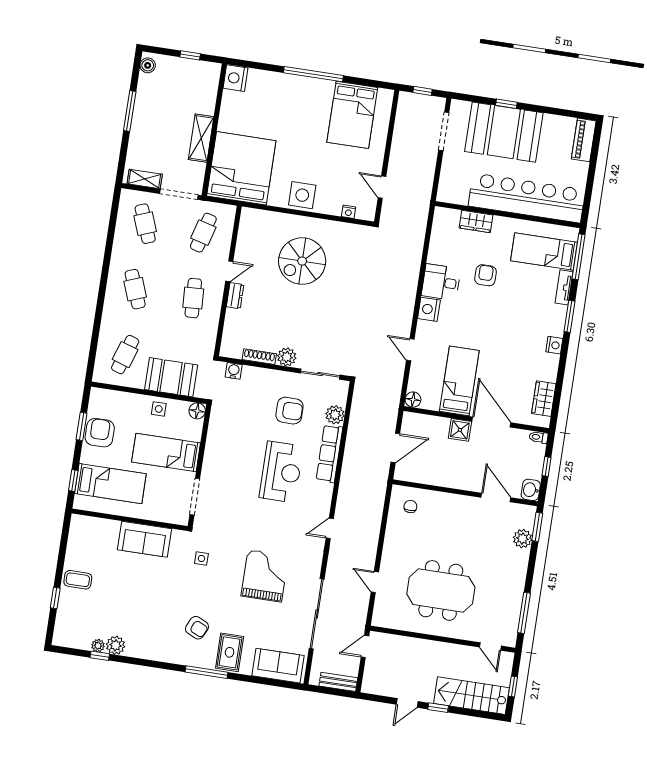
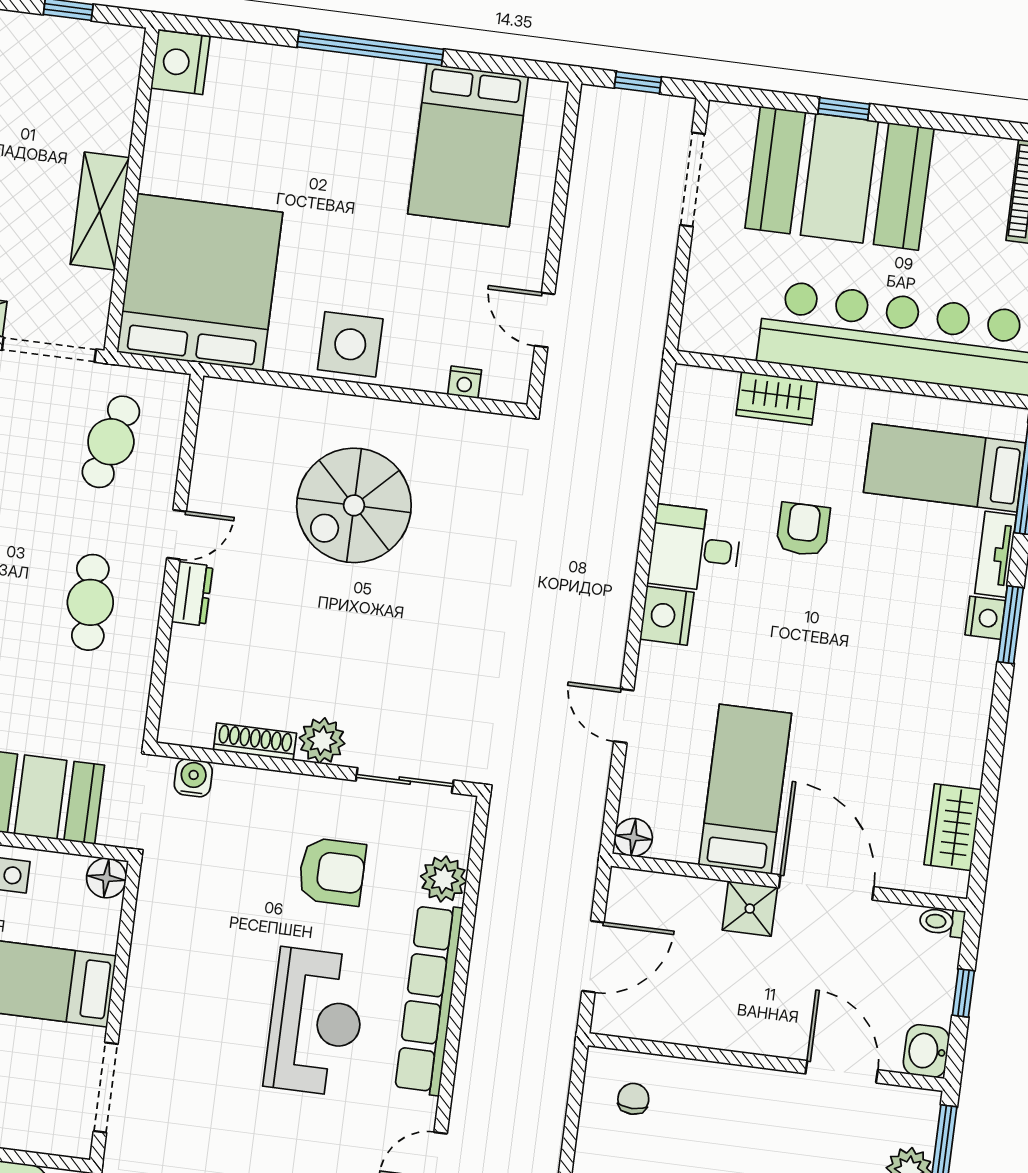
nightstand: (554, 345) -> (985, 618), moved
row of seats: (329, 454) -> (429, 999), width x1.36

